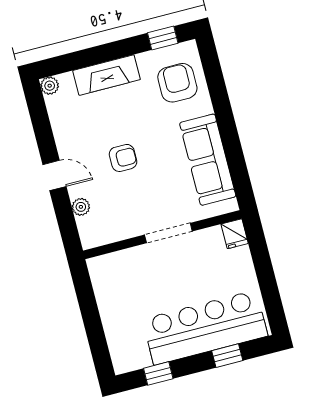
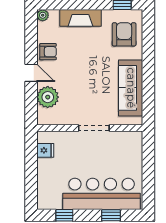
armchair: (123, 158) -> (48, 52), moved
plant: (81, 207) -> (48, 97), width x1.88, depth x1.88
fridge: (235, 234) -> (45, 150), moved, turned -90

